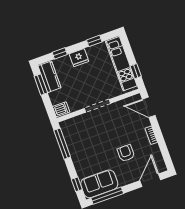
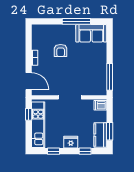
door: (150, 180) -> (49, 21), removed
window: (77, 184) -> (110, 40), removed
window: (107, 196) -> (76, 21), moved

